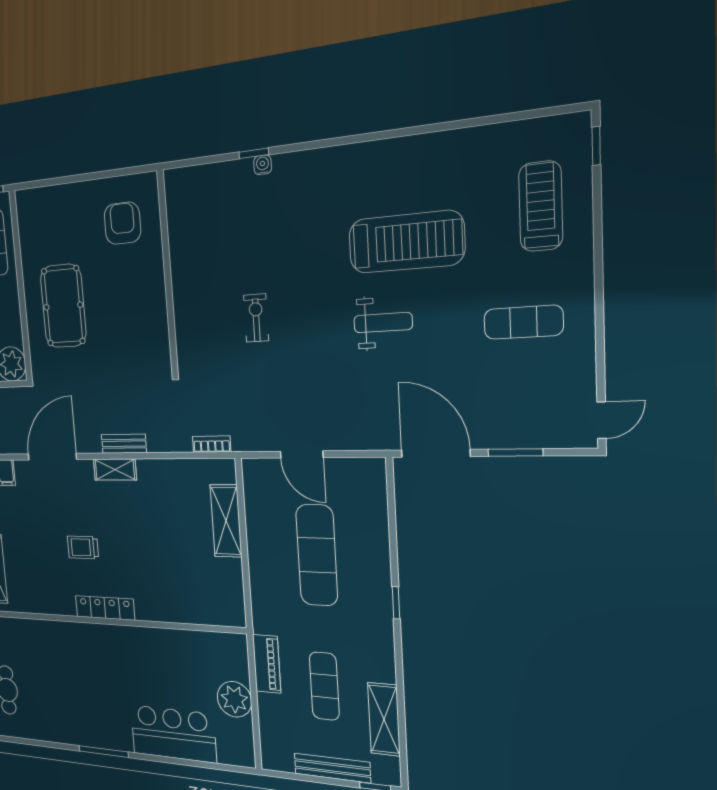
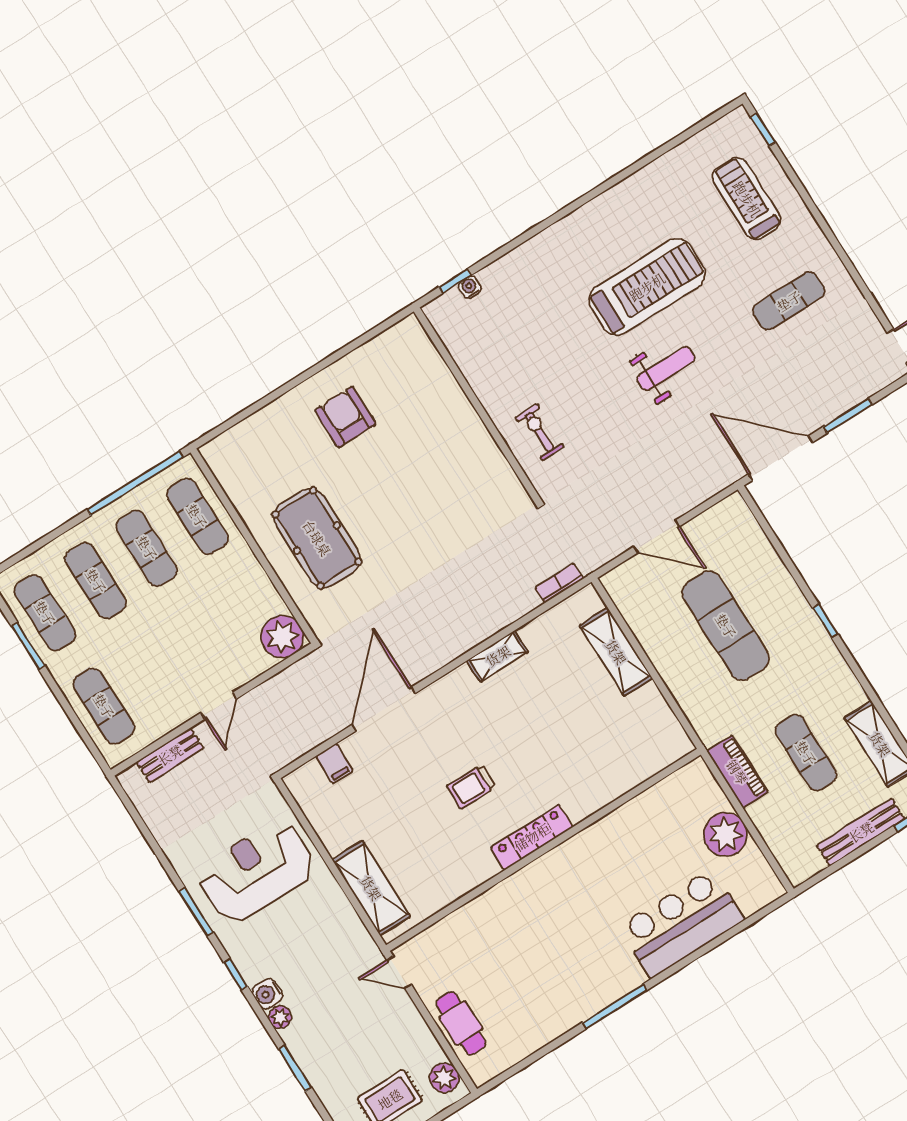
wall: (168, 273) -> (477, 405), moved
bench: (124, 444) -> (462, 642), removed
shelving: (115, 470) -> (498, 656), moved

